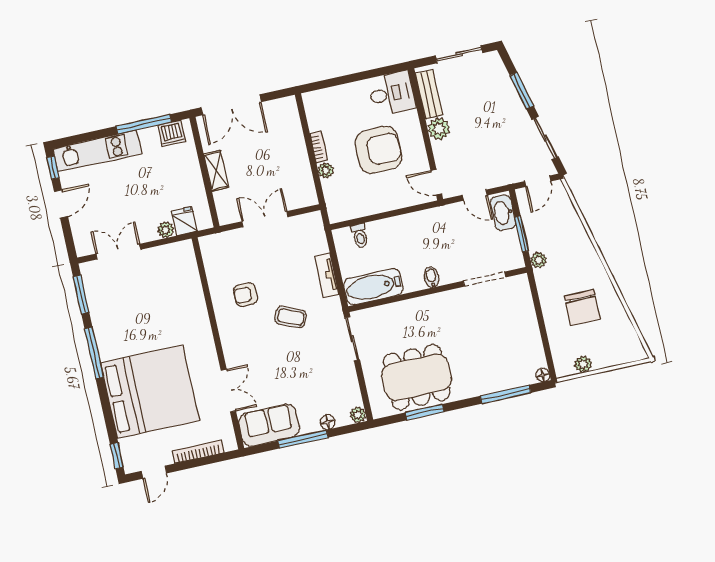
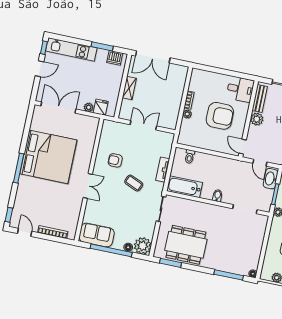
window: (144, 124) -> (102, 46), width x0.69
double door: (118, 252) -> (58, 108), width x1.37
window: (81, 294) -> (29, 121), removed
window: (94, 353) -> (19, 168), moved
double door: (228, 391) -> (88, 186), moved
bed: (150, 392) -> (48, 157), moved
window: (425, 412) -> (171, 263), moved
plant: (358, 415) -> (143, 246), width x1.88, depth x1.88
window: (303, 439) -> (111, 250), width x1.46
door: (154, 472) -> (25, 232), swing flipped

